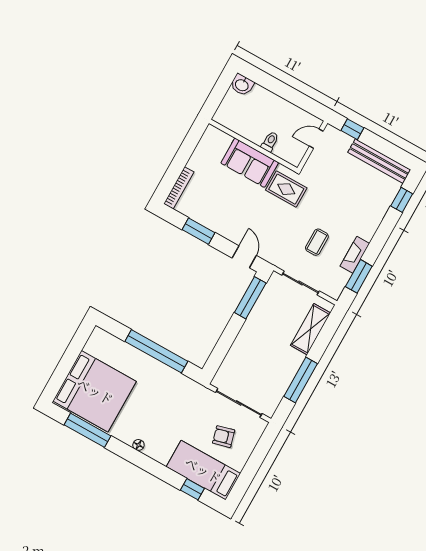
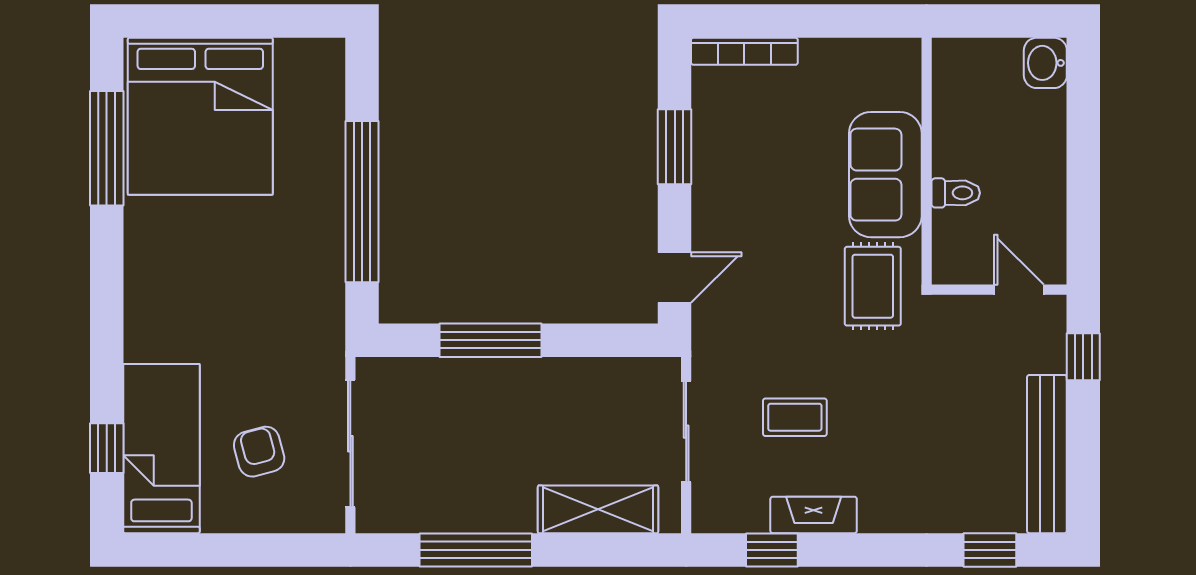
window: (359, 276) -> (772, 550), width x0.67
window: (250, 298) -> (491, 340), moved
floor lamp: (138, 445) -> (137, 277), removed

